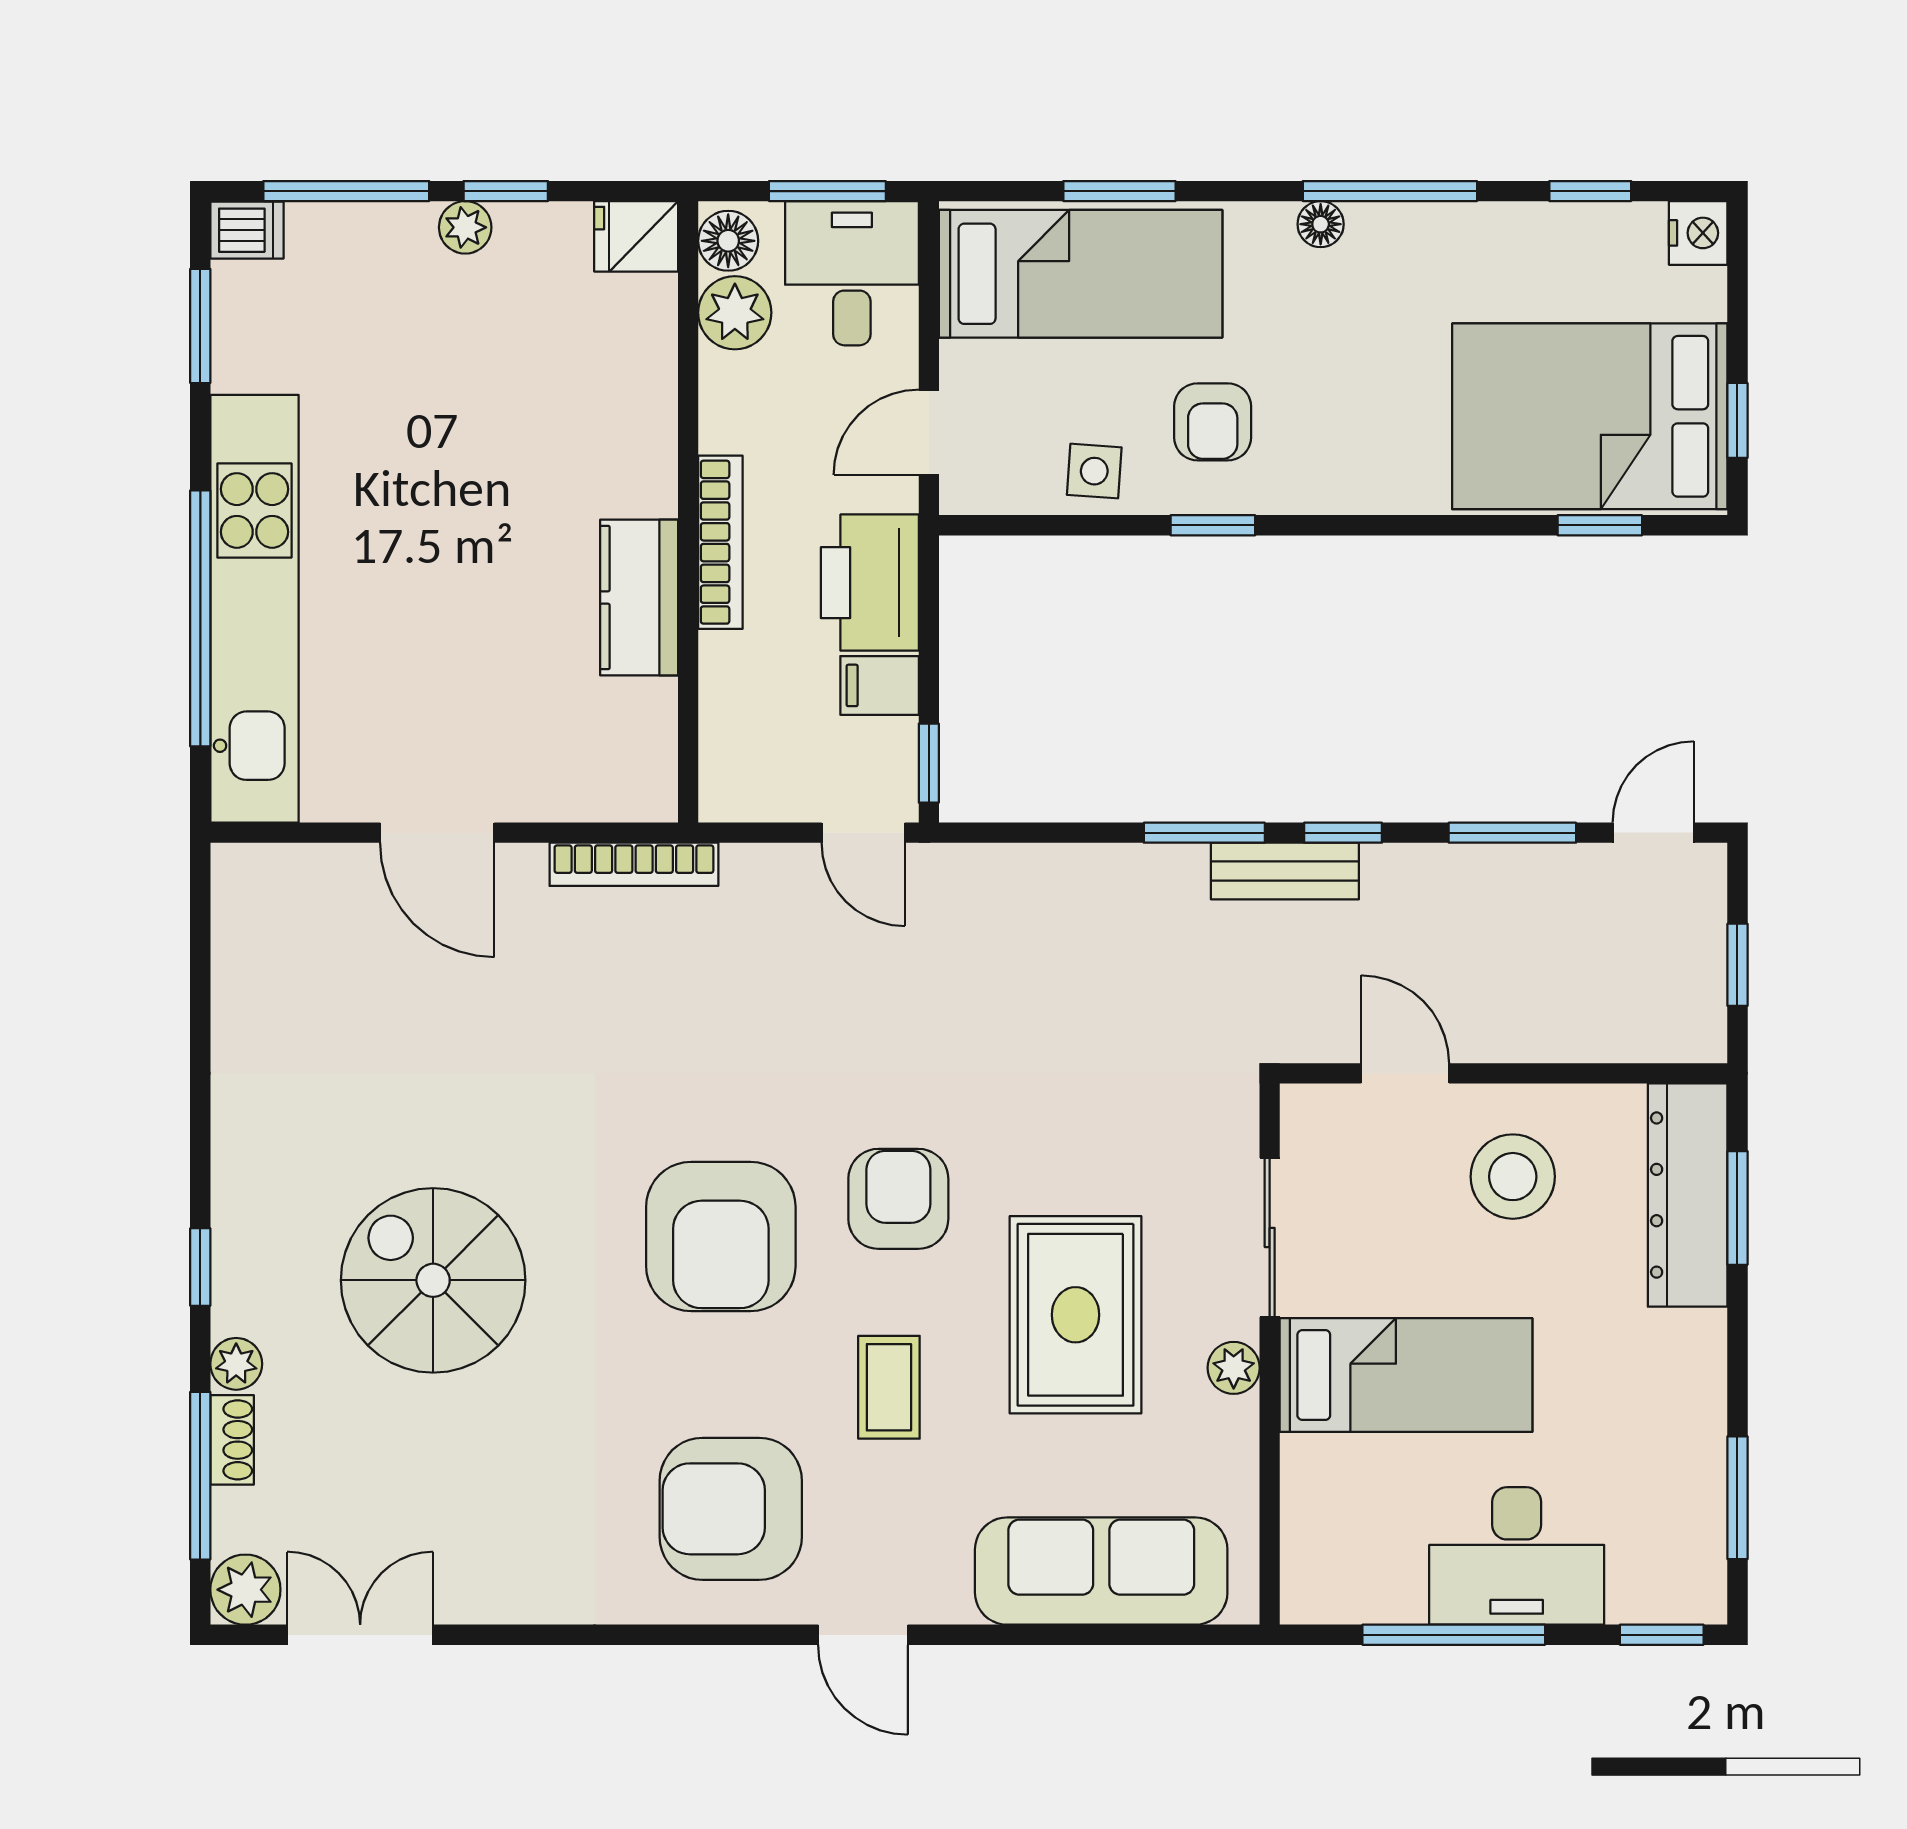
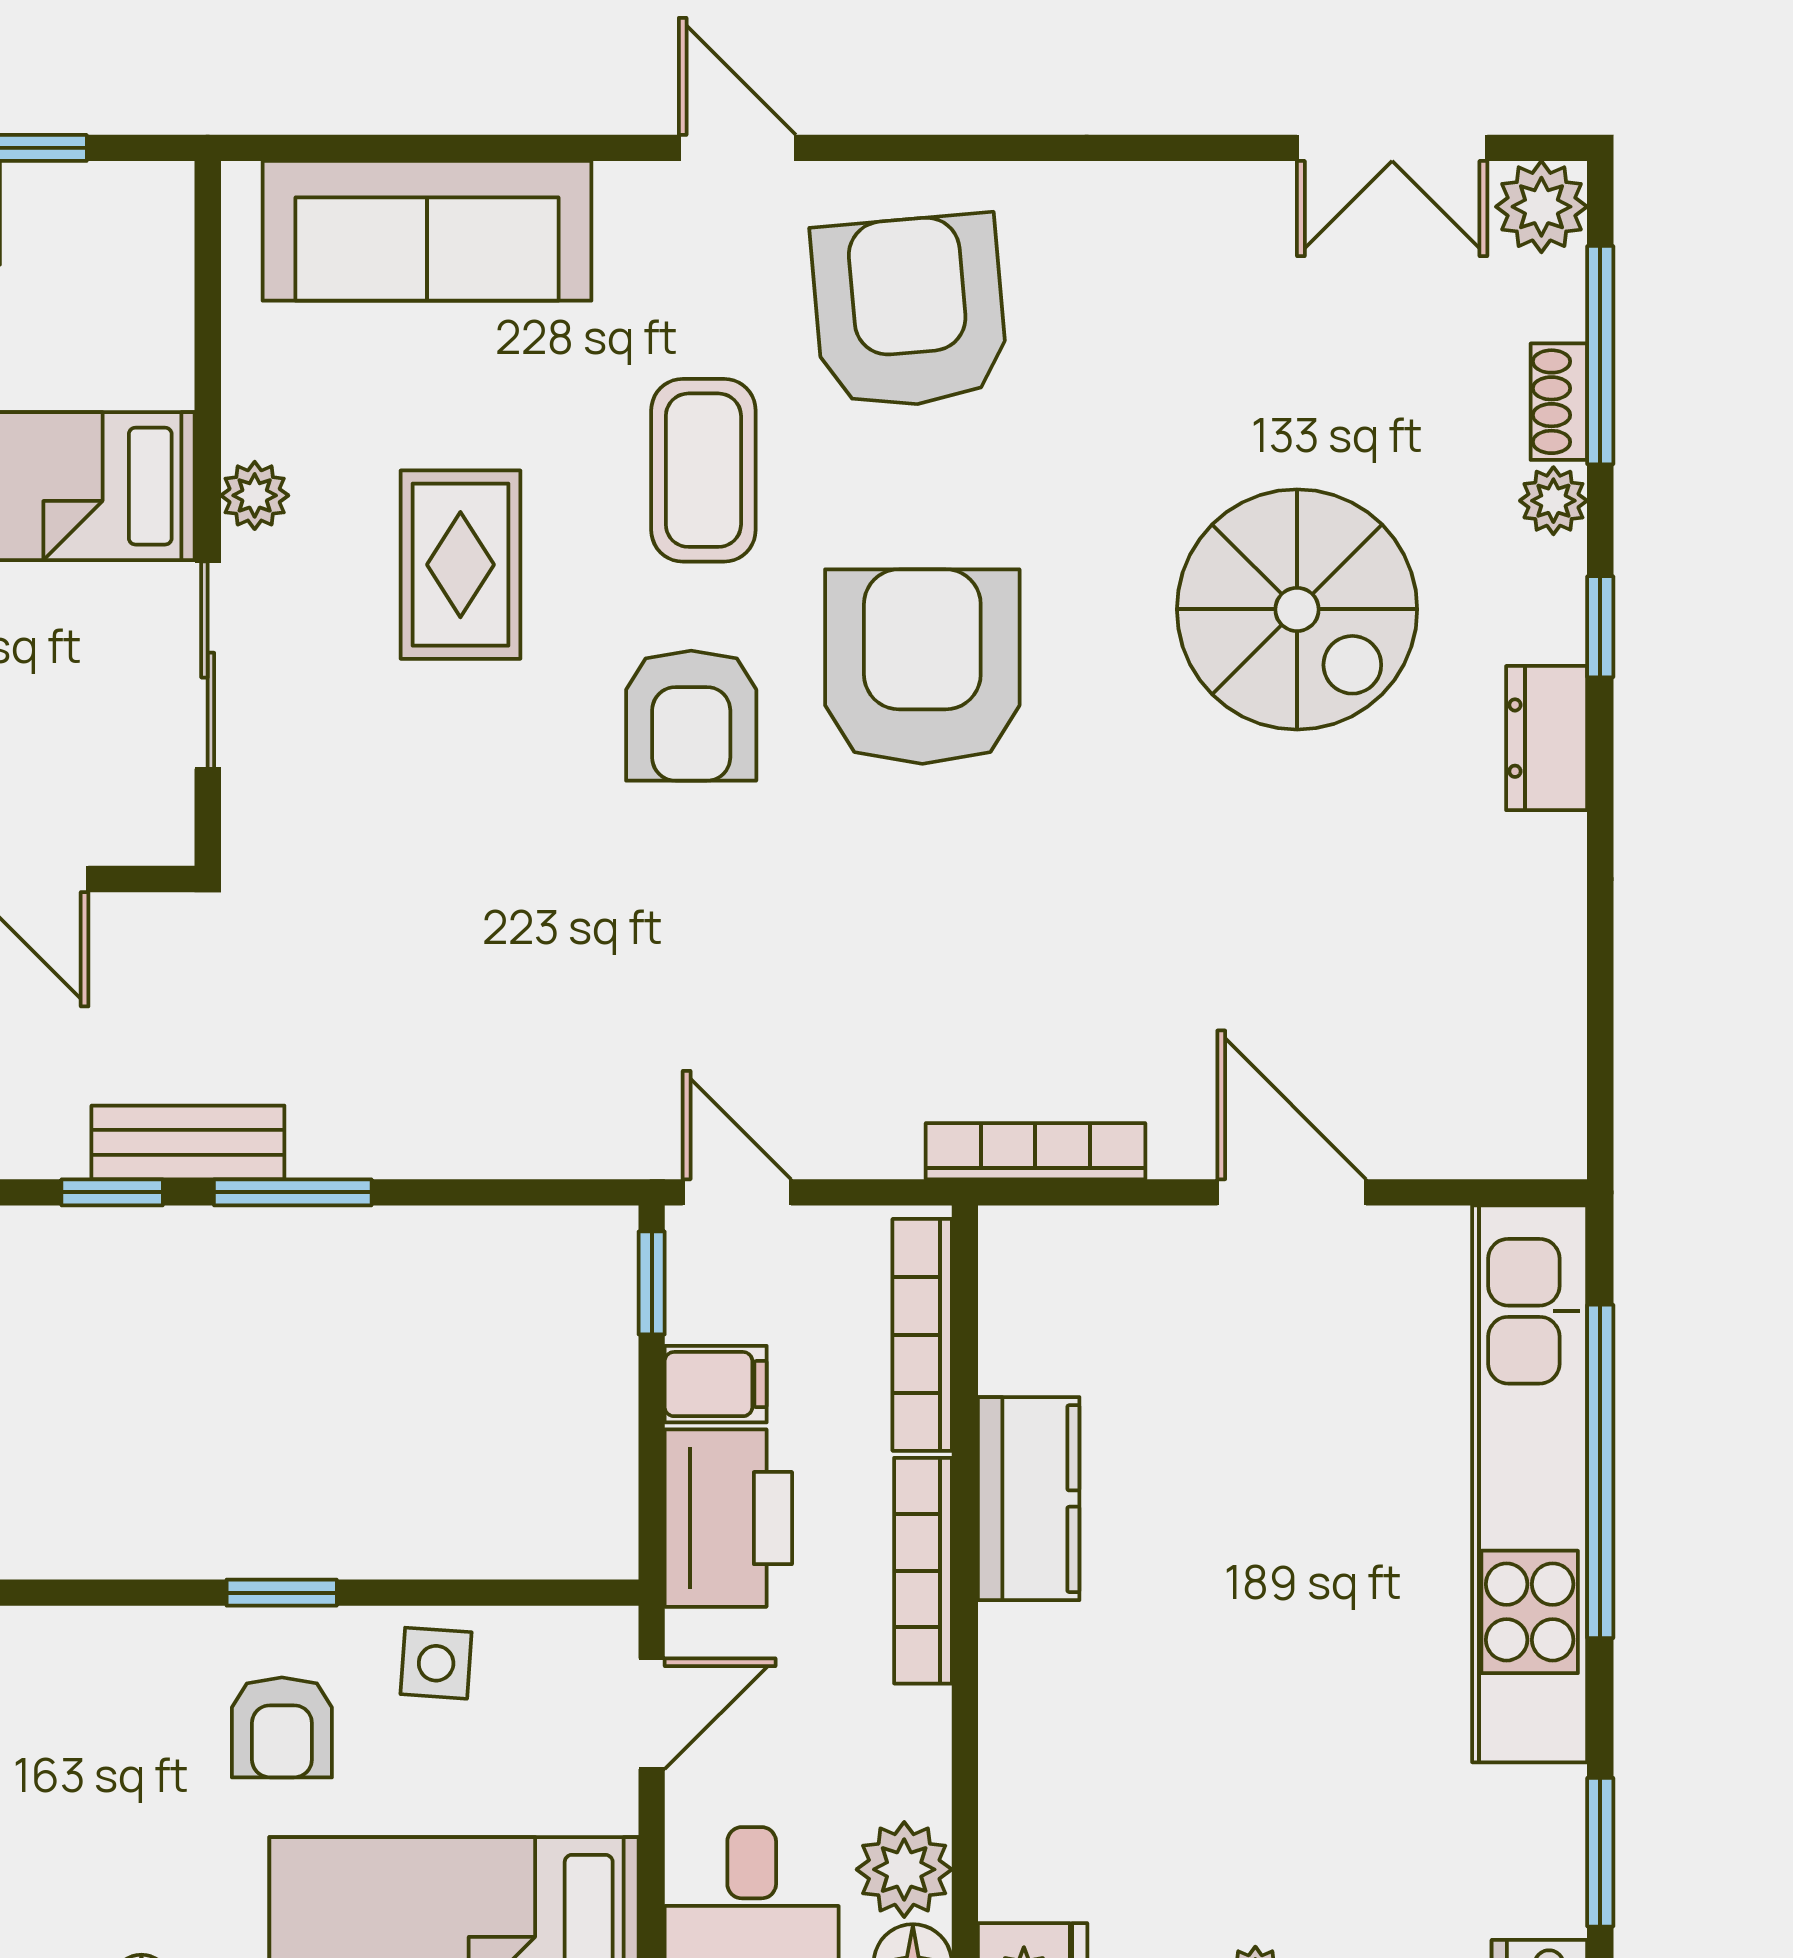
armchair: (1213, 422) -> (282, 1727), turned 180
bookcase: (721, 723) -> (922, 1335), added
dresser: (241, 1182) -> (1547, 738), added
rug: (1076, 1315) -> (460, 565), width x0.73, depth x0.70
coffee table: (889, 1387) -> (703, 470), width x1.36, depth x1.30
armchair: (731, 1509) -> (909, 312), turned -95

